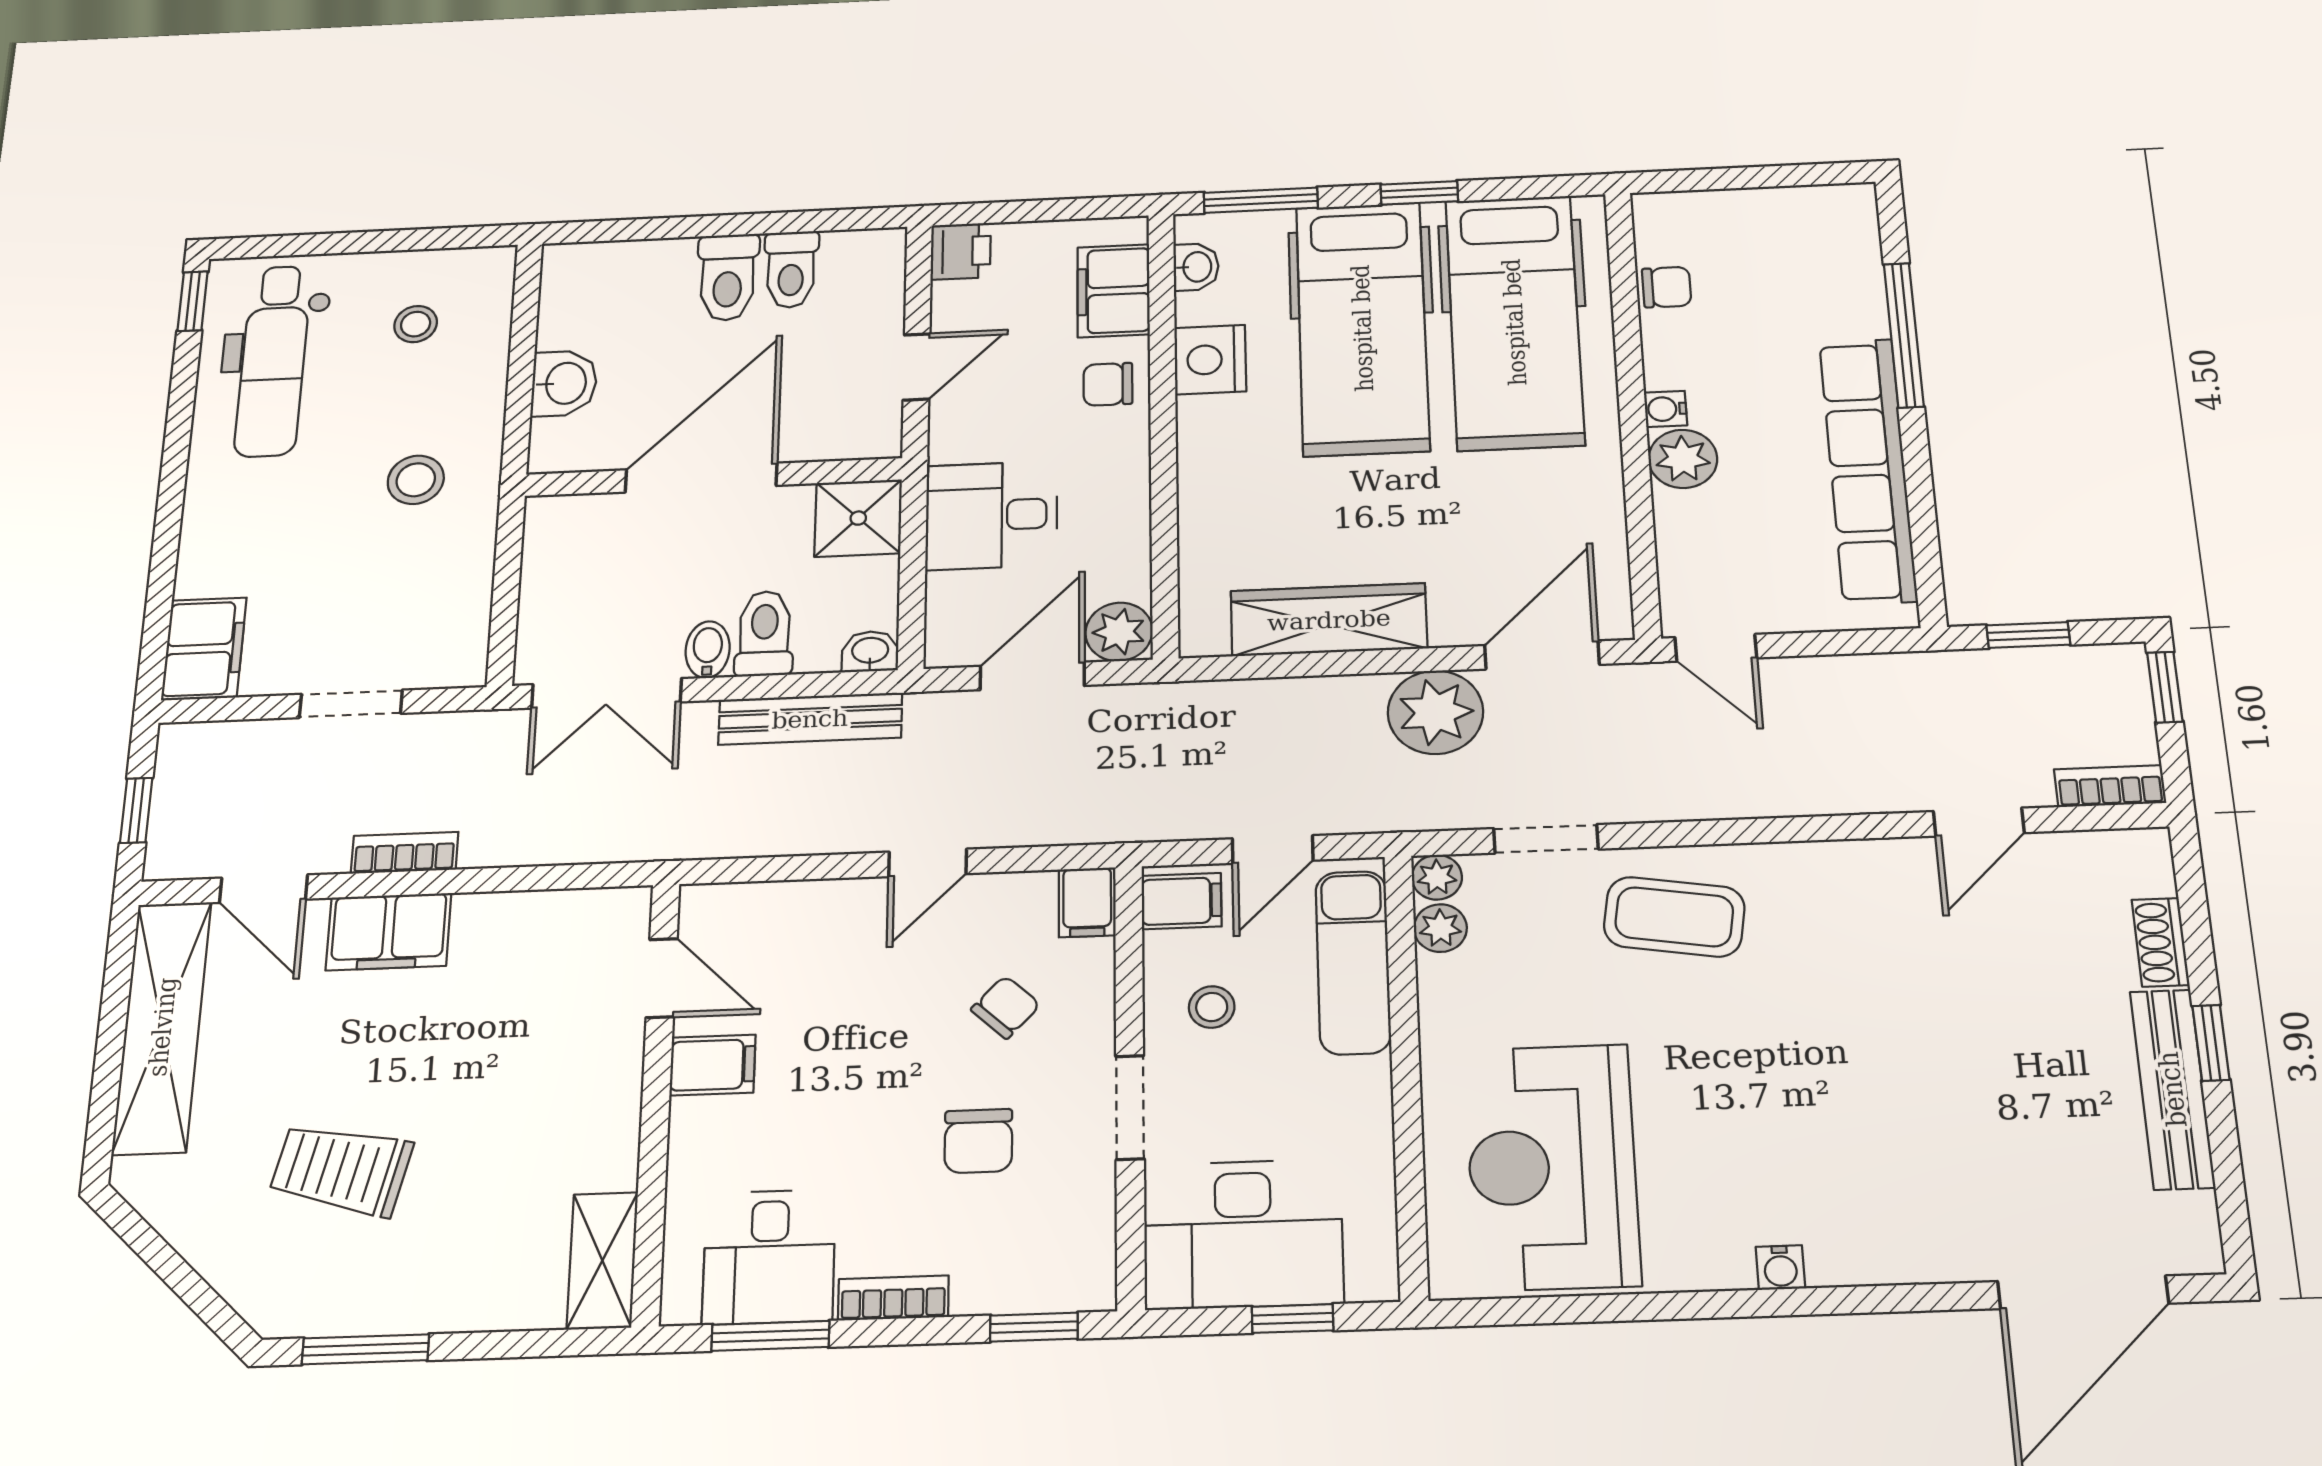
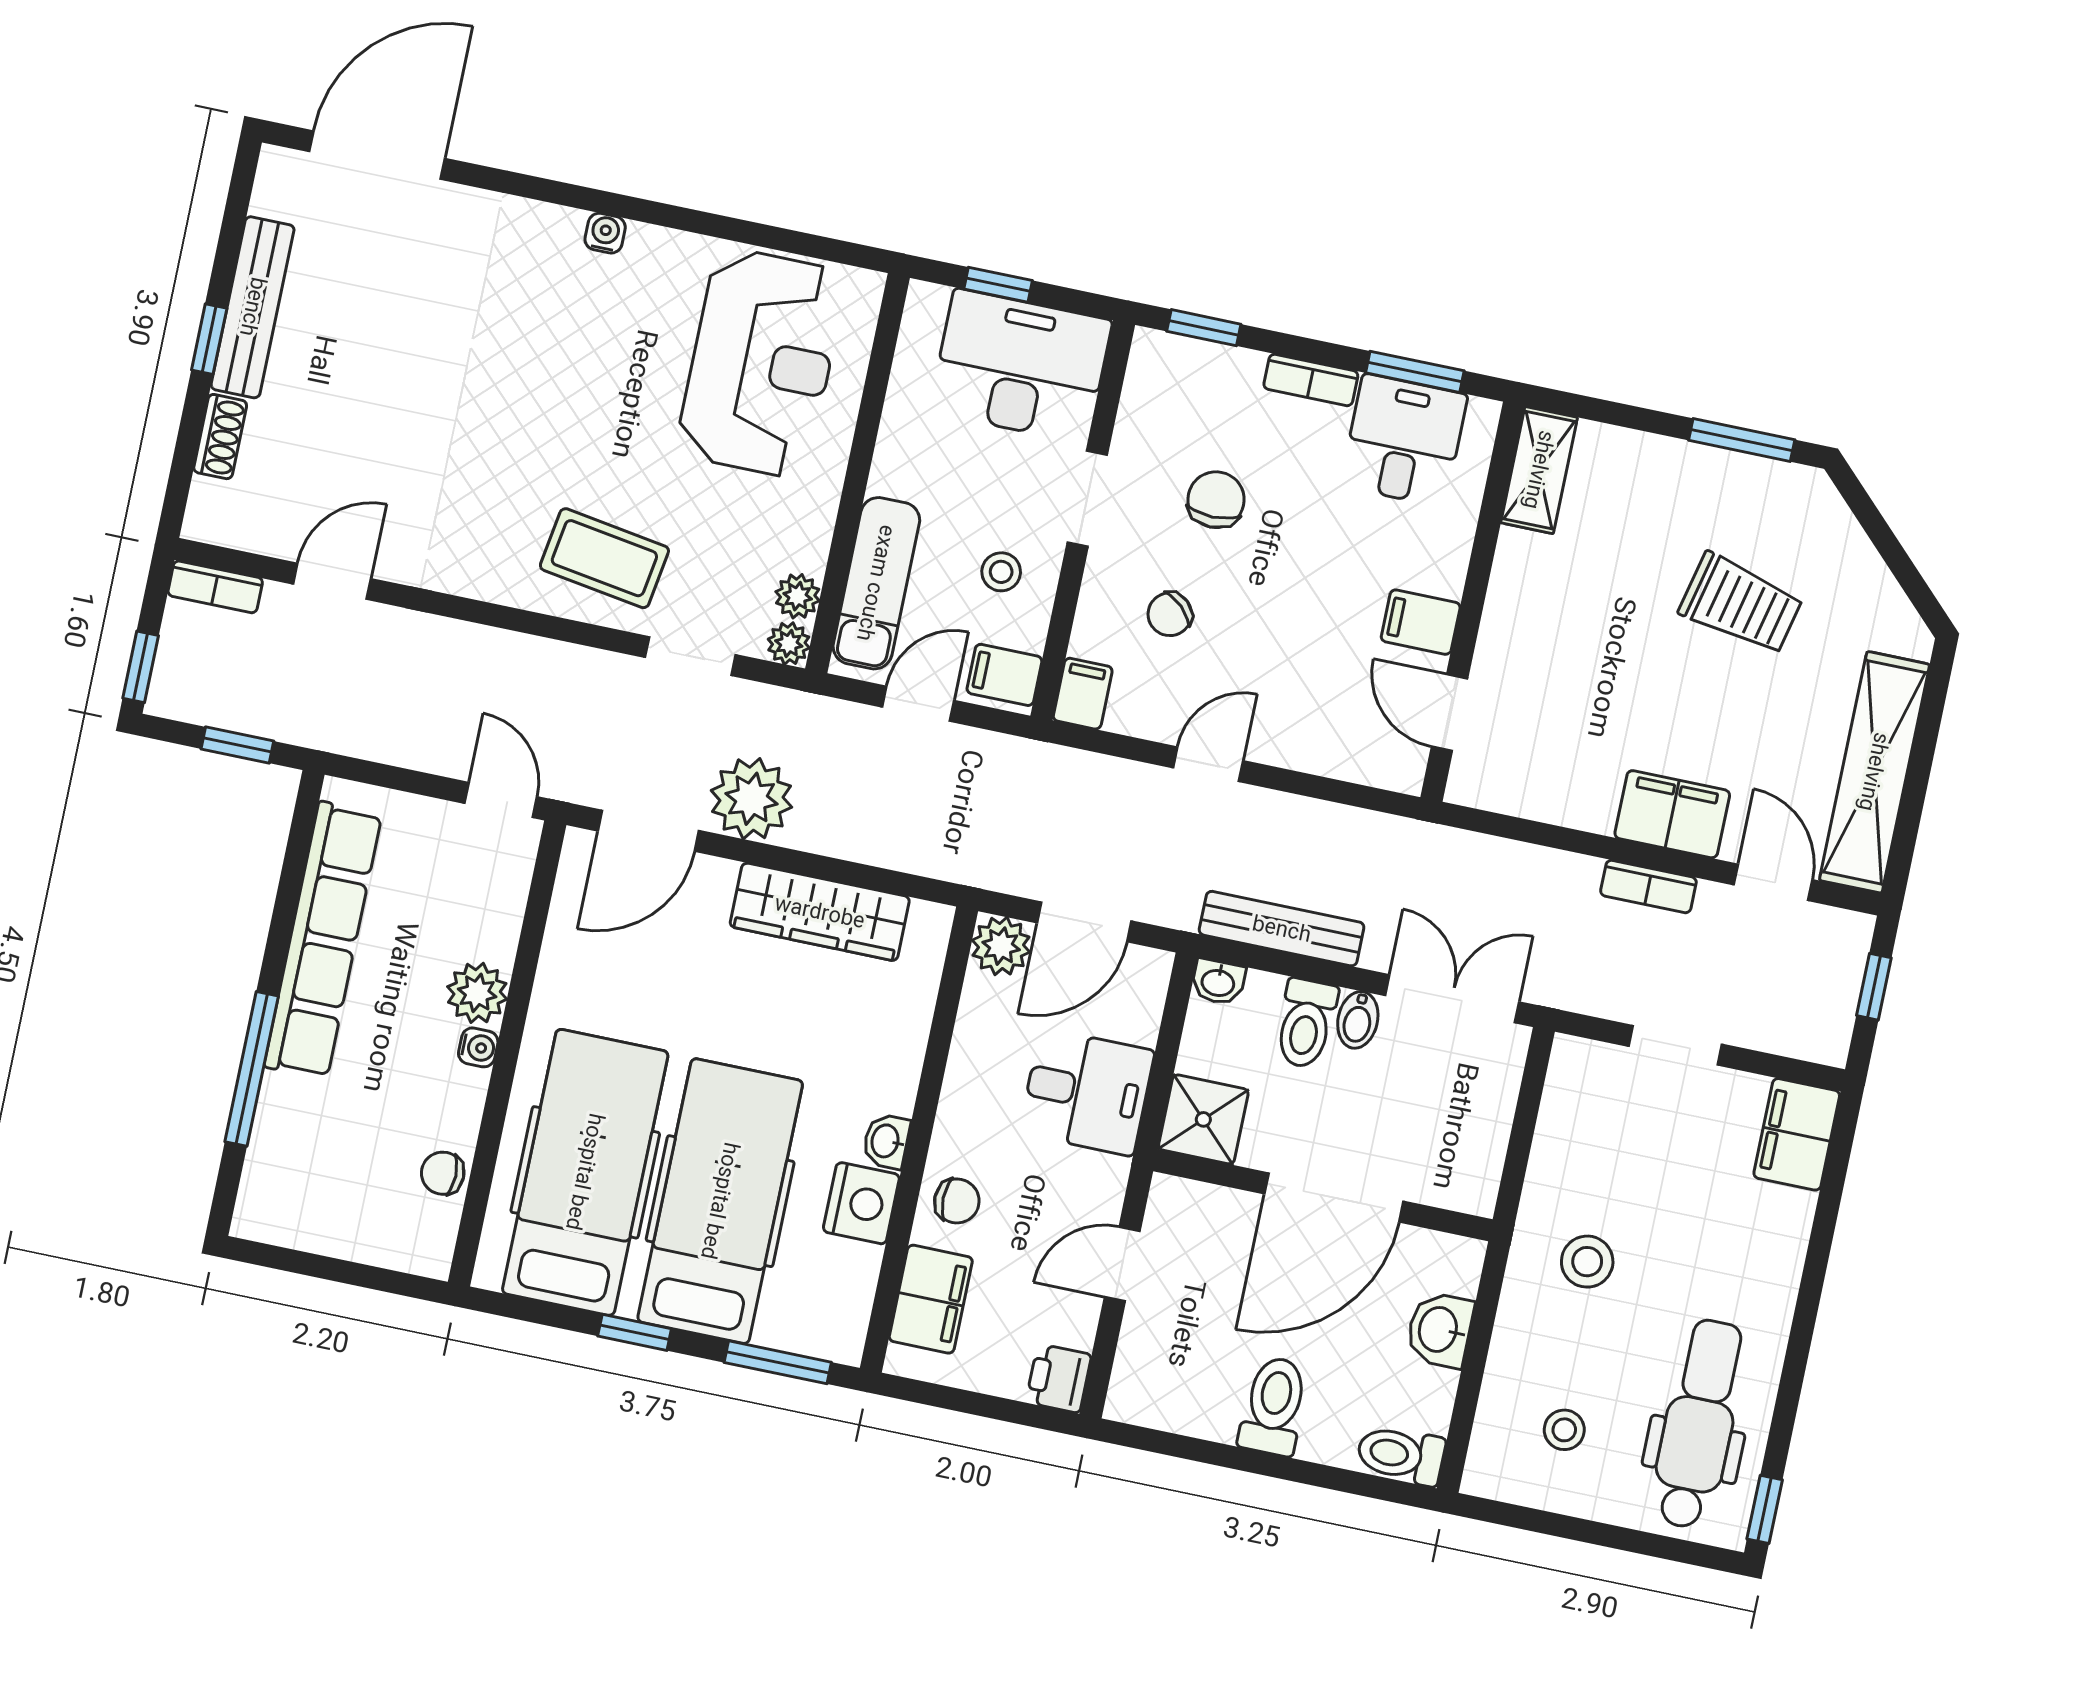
washbasin: (1196, 267) -> (886, 1141), moved
toilet: (791, 269) -> (1401, 1455), moved, turned -90

